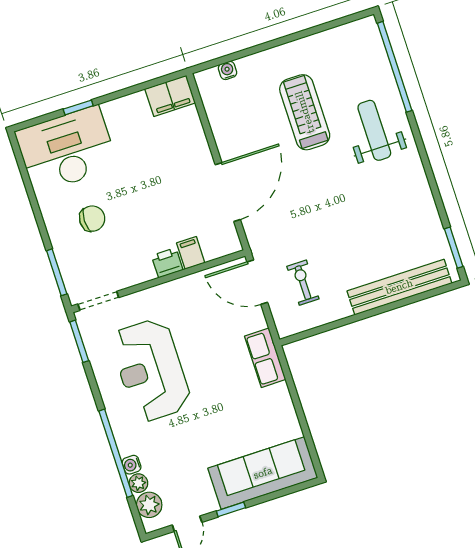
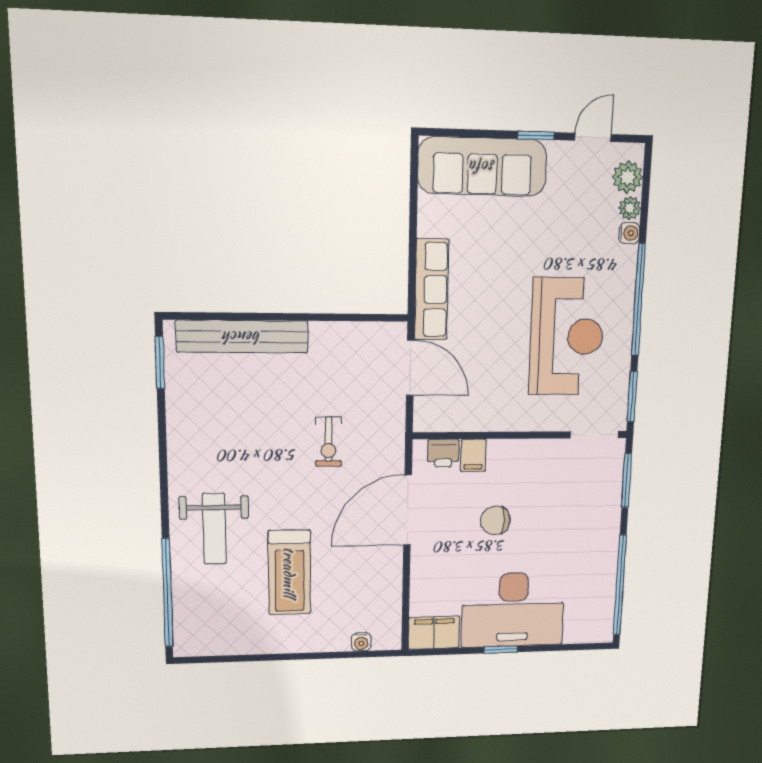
window: (78, 107) -> (501, 650), moved
desk: (66, 149) -> (513, 610), moved
window: (27, 183) -> (620, 585), added
chair: (92, 219) -> (495, 520), moved
printer: (167, 263) -> (443, 453), moved
door: (257, 282) -> (410, 368), moved
exercise bike: (303, 283) -> (329, 442), moved
row of seats: (265, 358) -> (432, 290), width x1.48
window: (116, 453) -> (638, 300), moved

